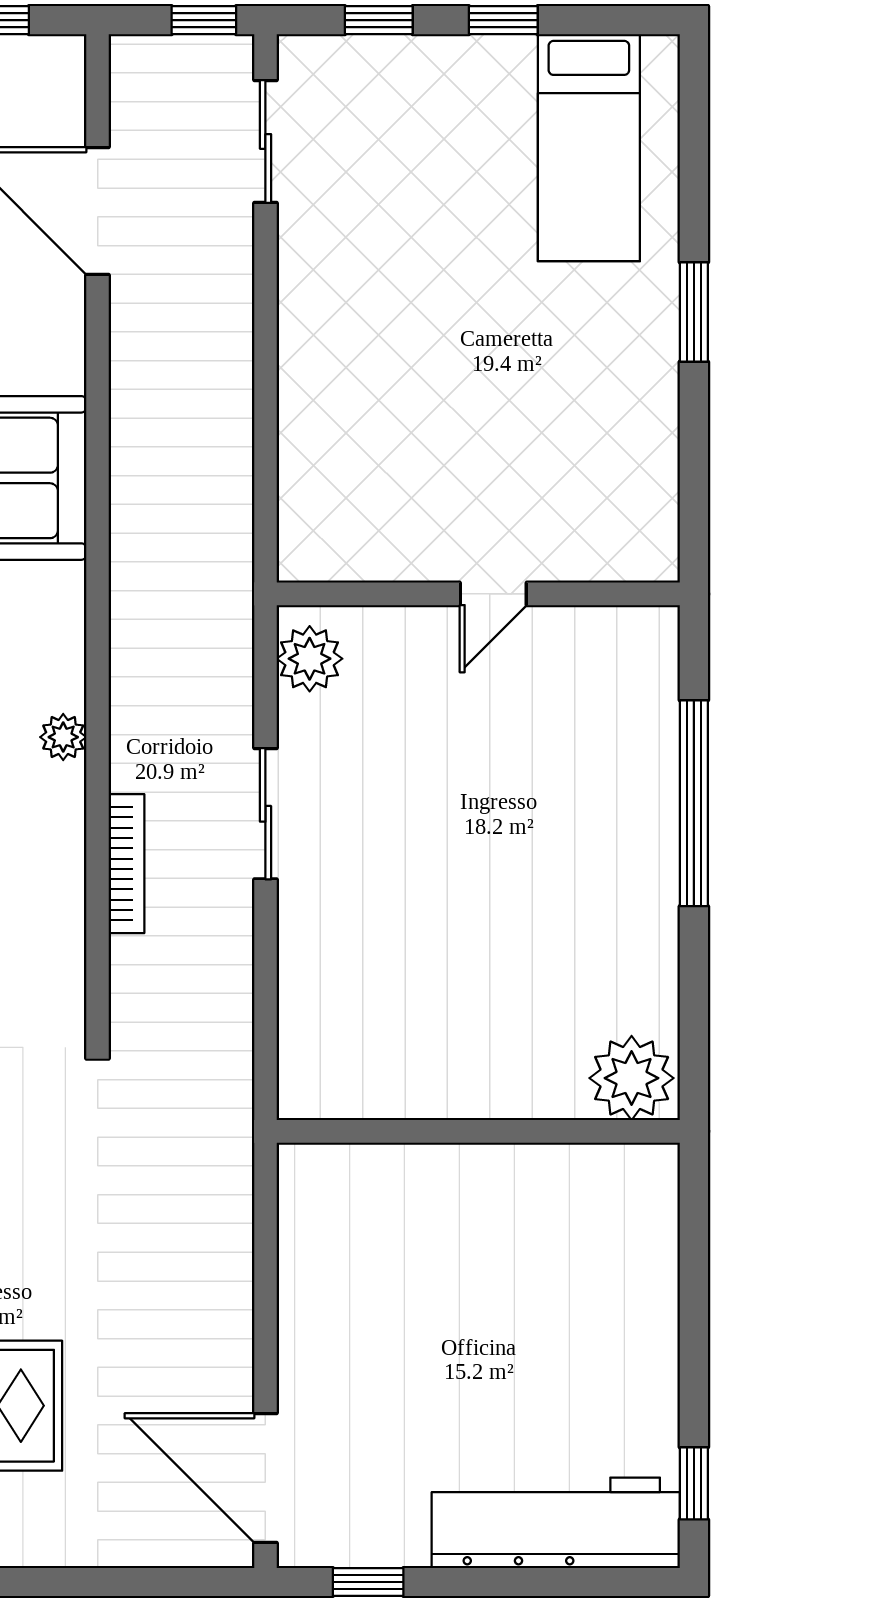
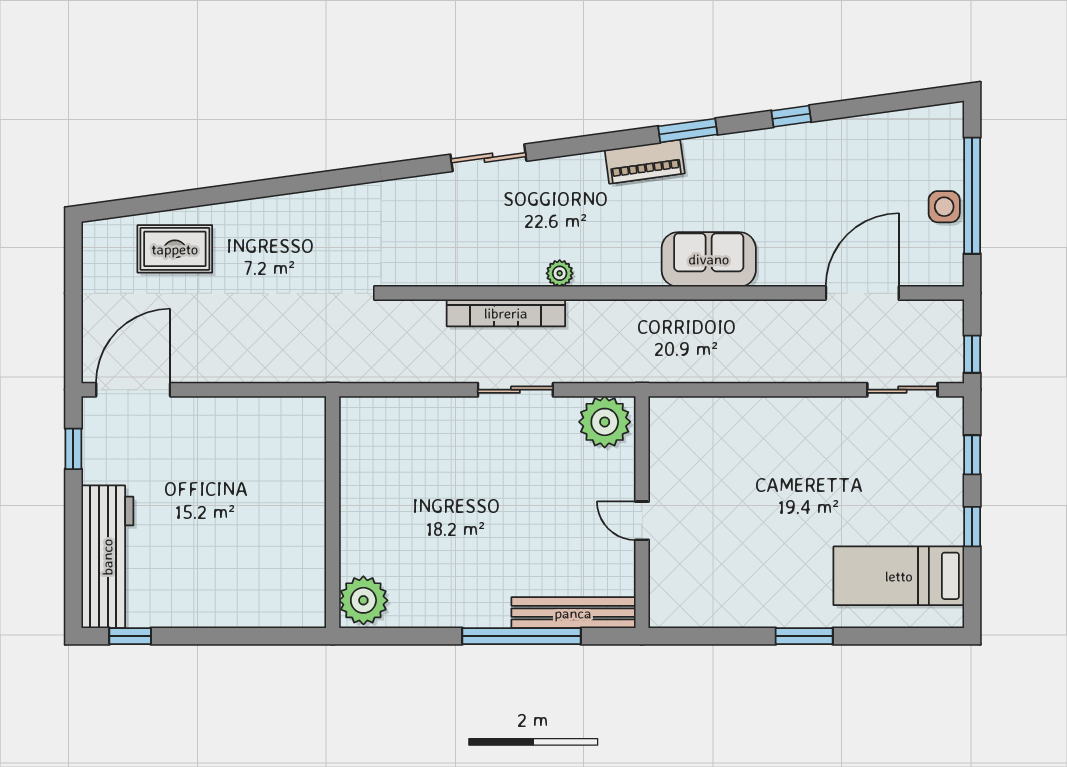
plant: (310, 659) -> (605, 422), width x1.36, depth x1.36
bench: (653, 713) -> (573, 613), added
bookcase: (127, 864) -> (506, 313), width x1.48, depth x1.31

